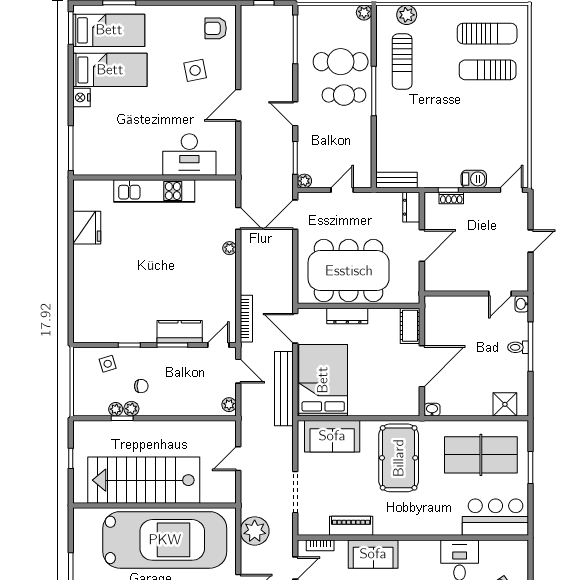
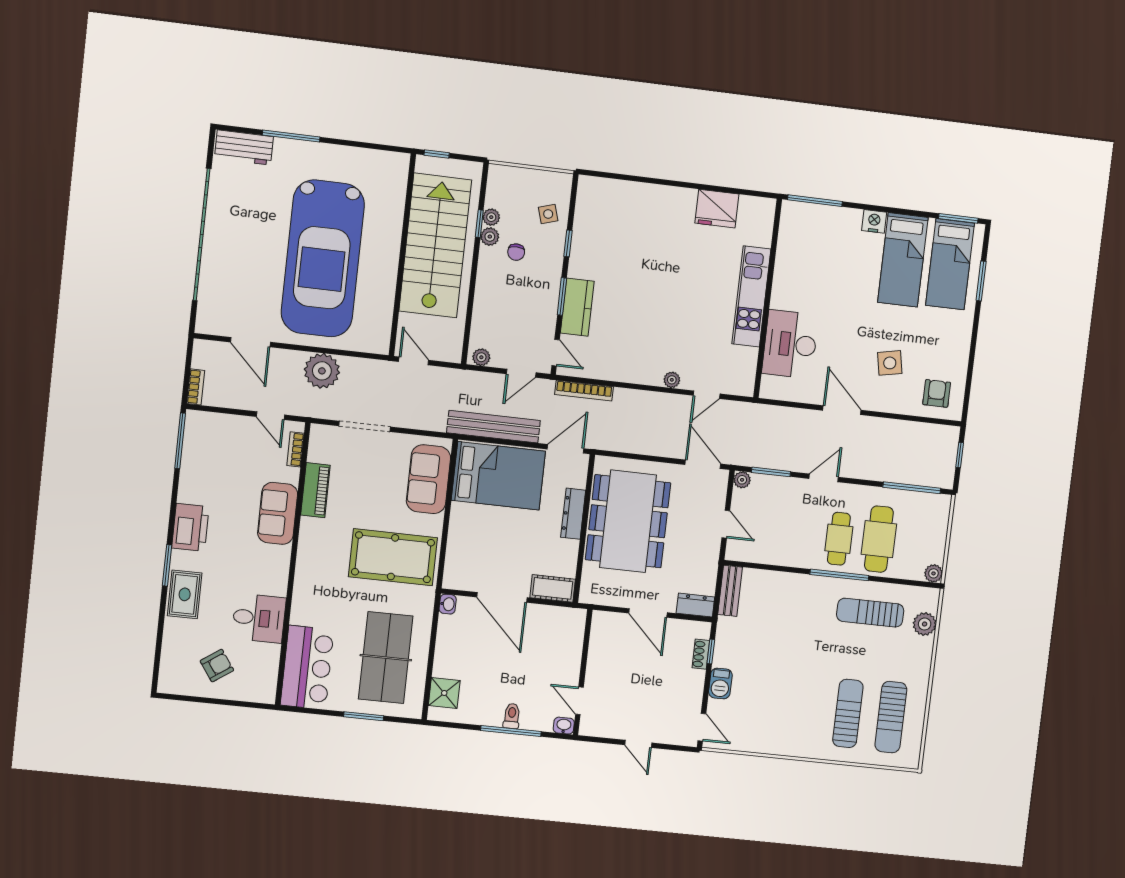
stairs: (144, 480) -> (435, 245), moved
wall: (154, 506) -> (402, 255), moved

